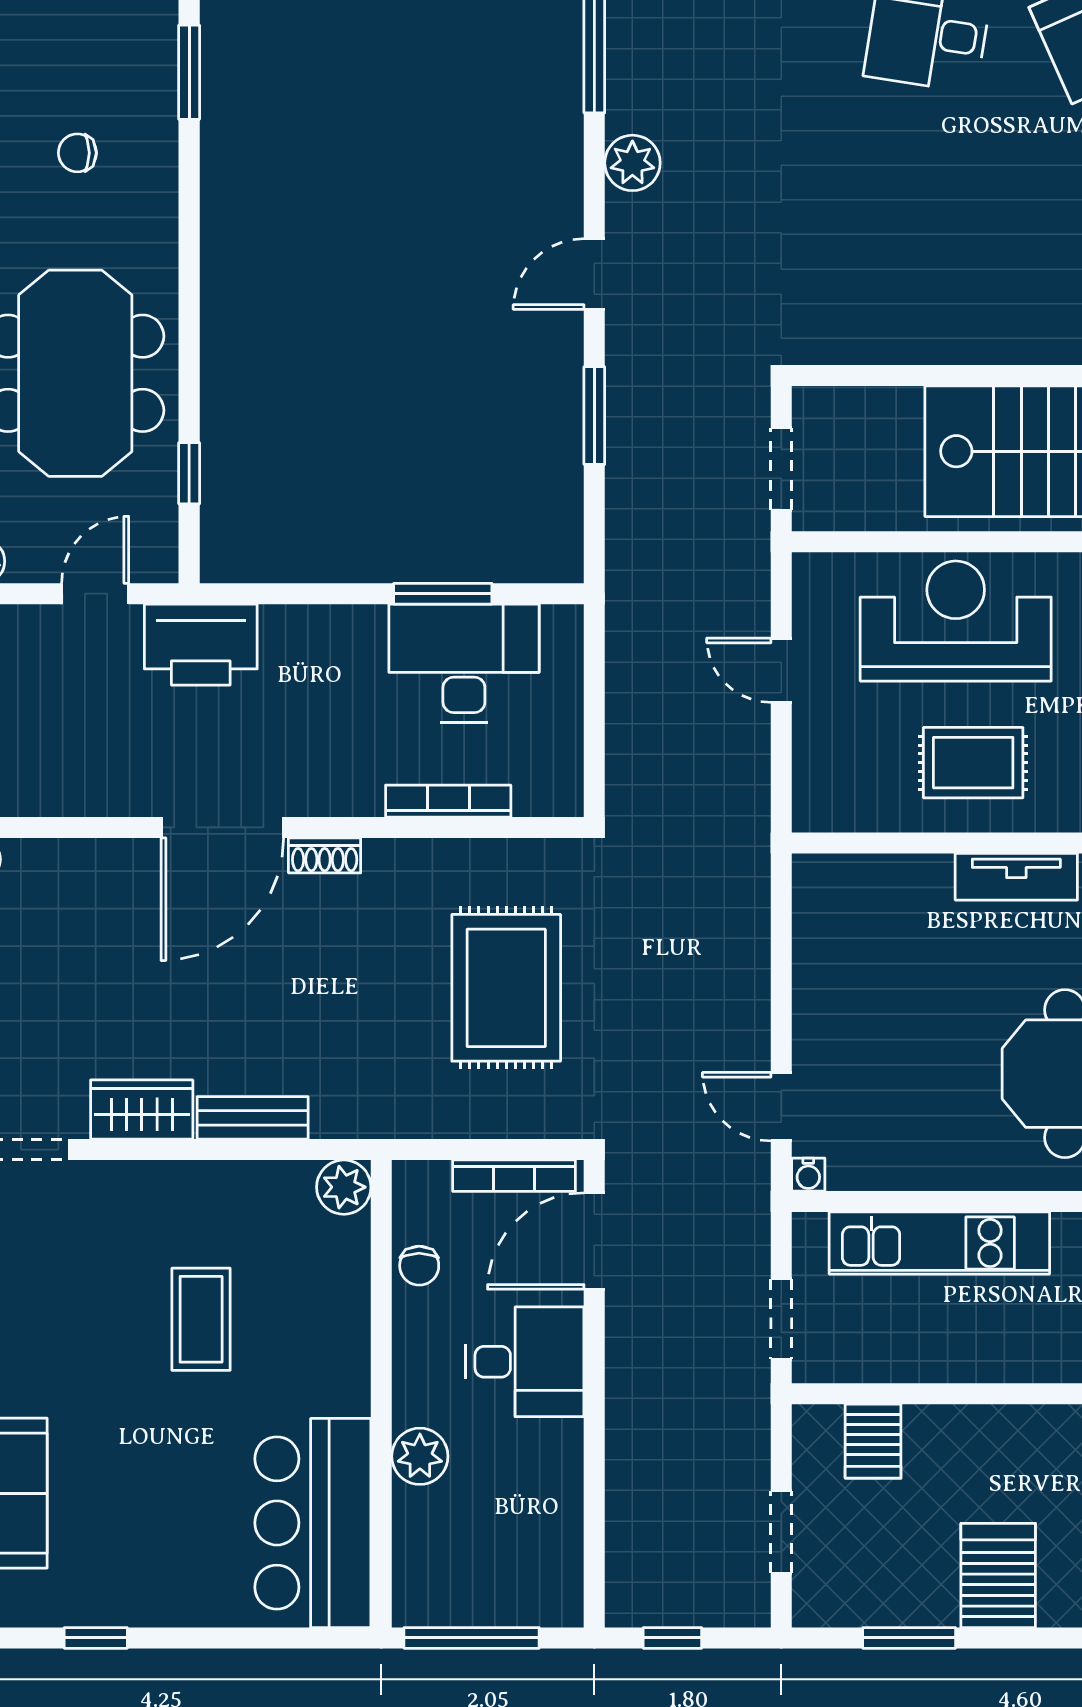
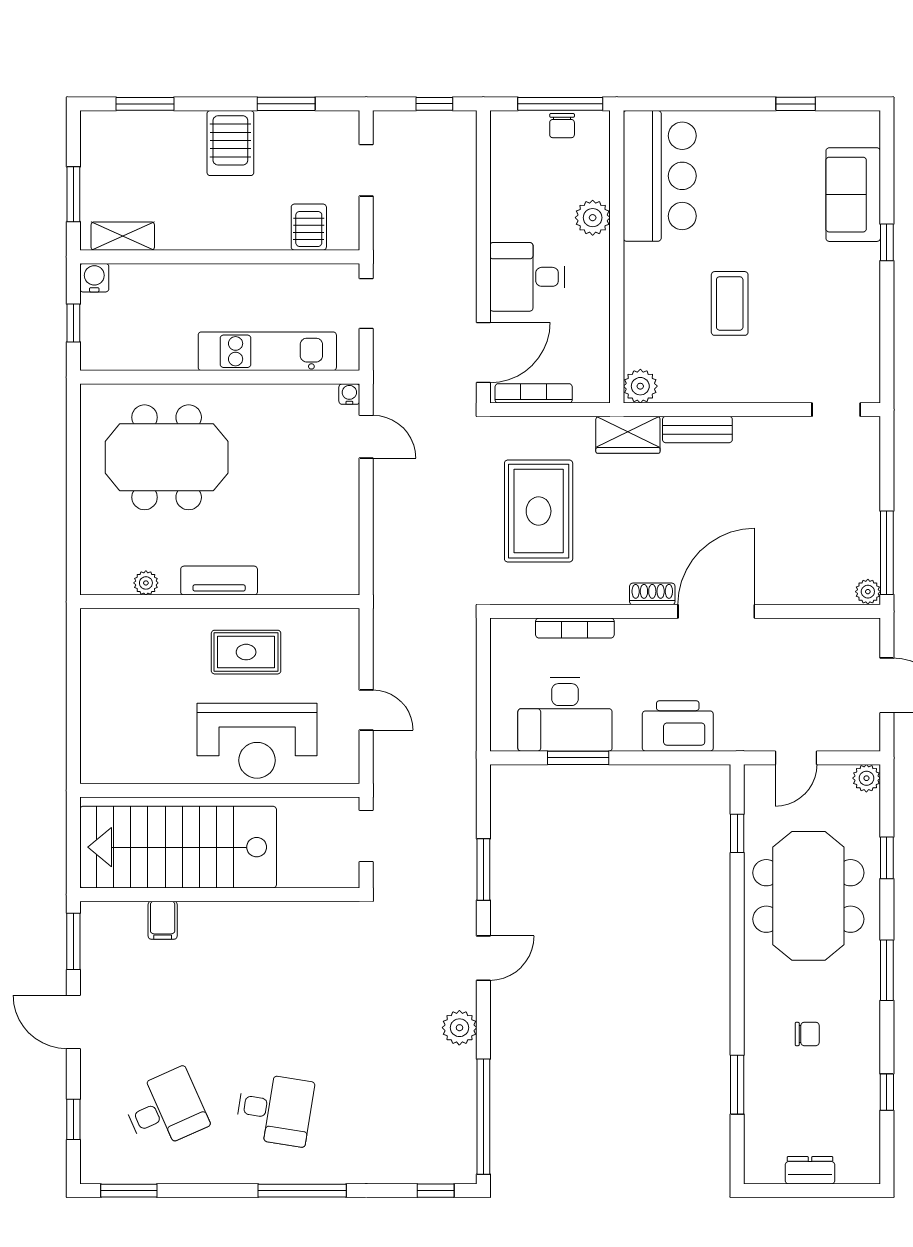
printer: (201, 645) -> (678, 726), moved
wardrobe: (142, 1110) -> (628, 435), moved
chair: (419, 1266) -> (562, 126), moved, turned 180

